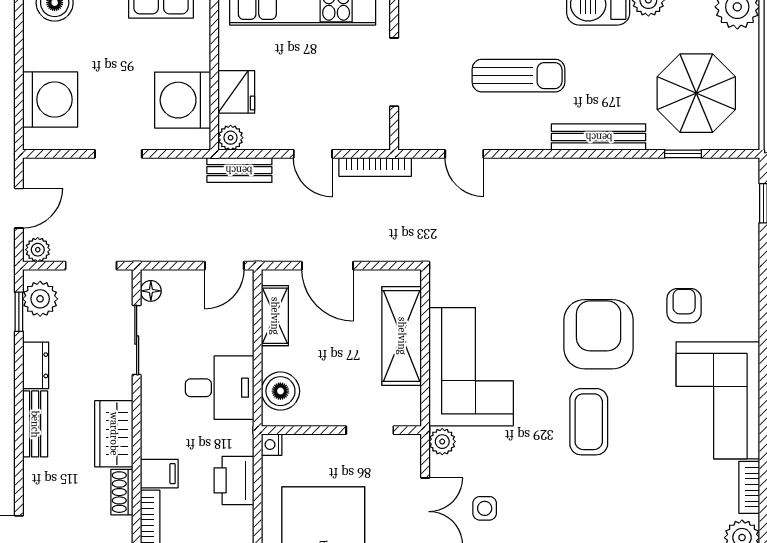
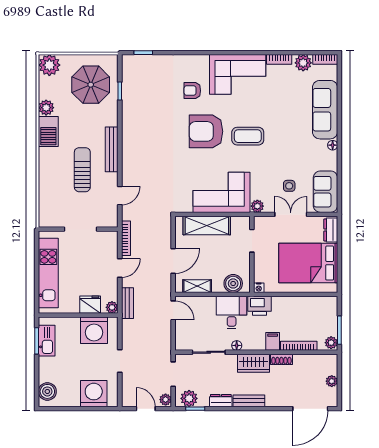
bench: (599, 137) -> (112, 149), moved
floor lamp: (151, 291) -> (237, 345), moved
printer: (234, 480) -> (259, 306), moved

